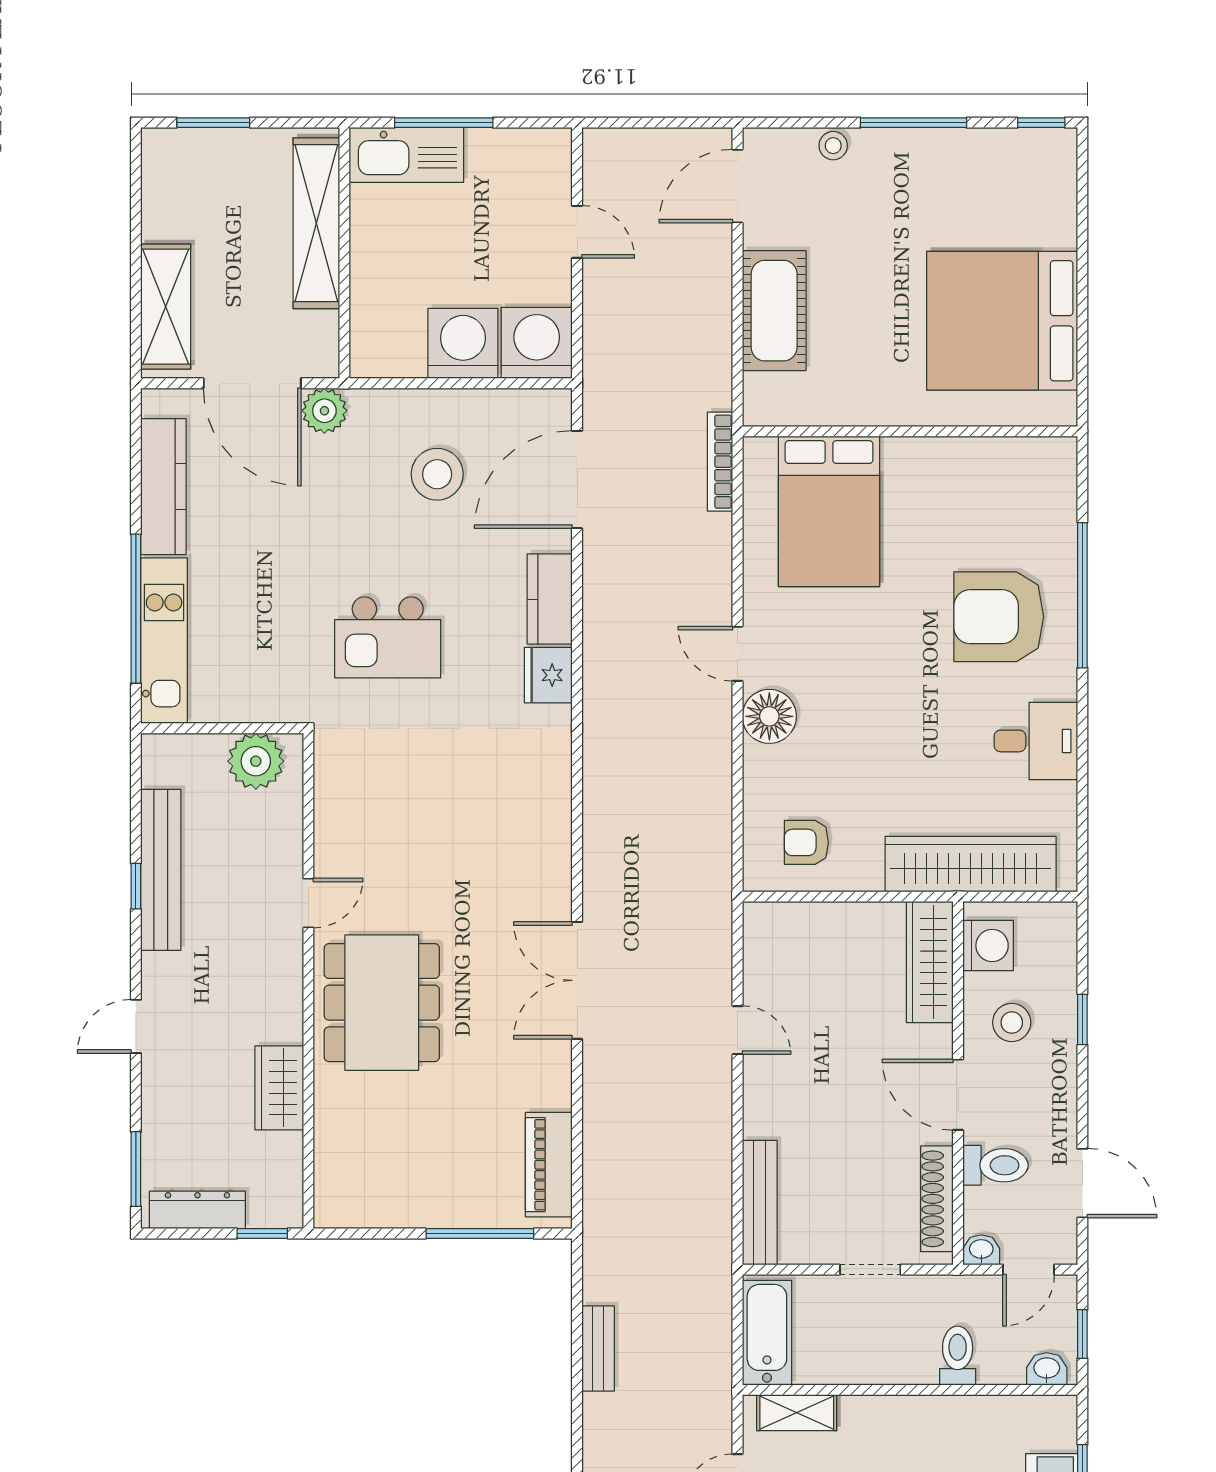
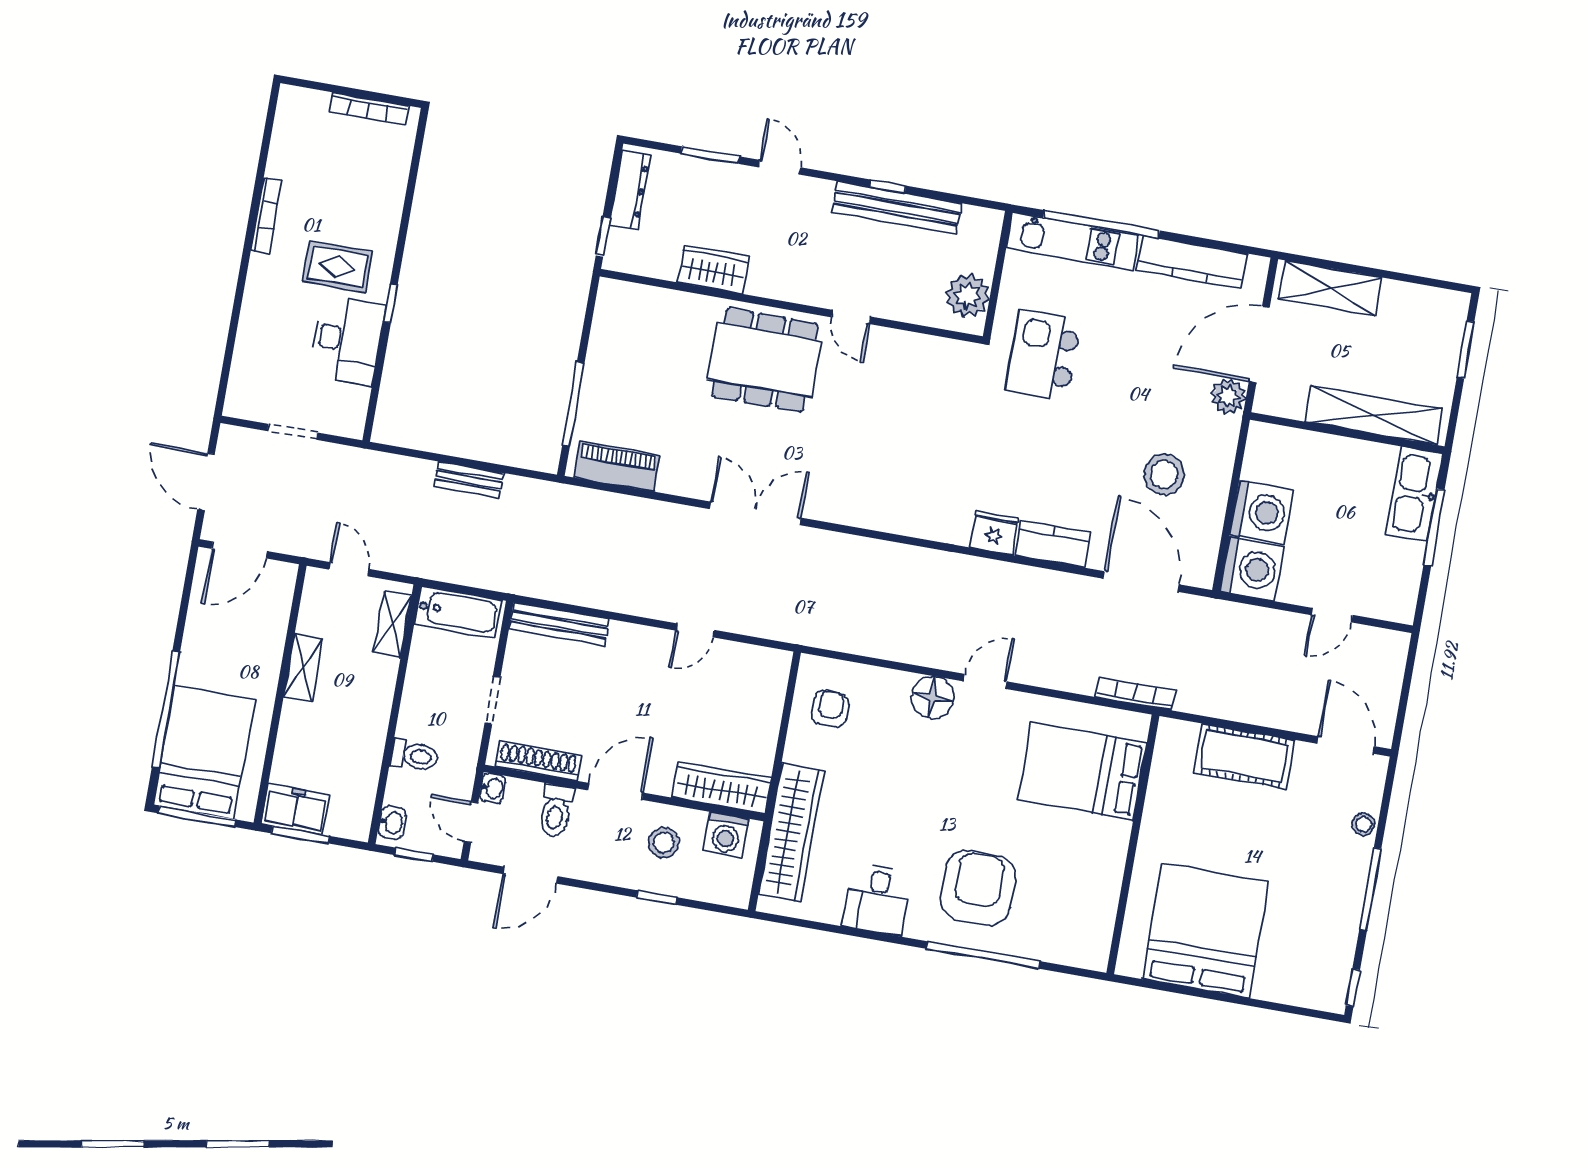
kitchen island: (388, 637) -> (1043, 355), moved
window: (136, 1169) -> (710, 155), moved

